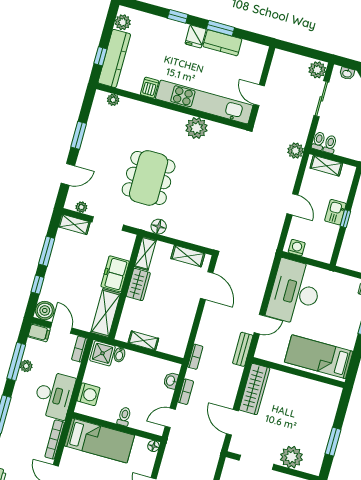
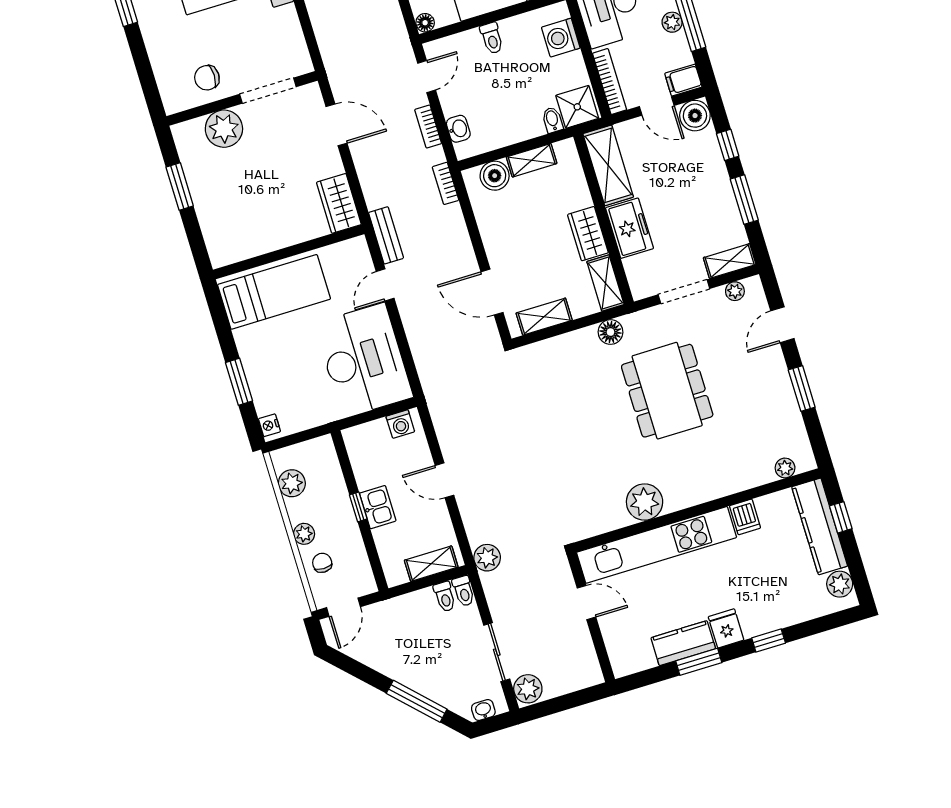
boiler: (167, 345) -> (495, 176), added
bookcase: (79, 349) -> (610, 81), width x1.56
wardrobe: (254, 389) -> (339, 203), width x0.67

